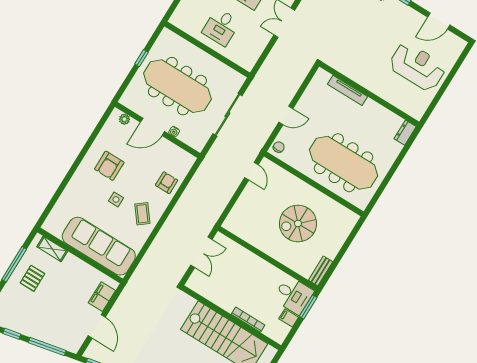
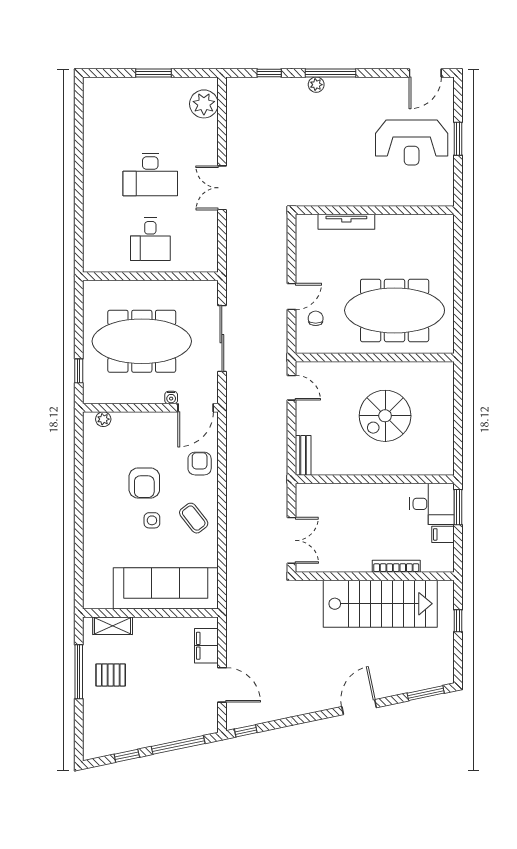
door: (439, 21) -> (425, 73), moved
window: (141, 58) -> (79, 371), moved
reception desk: (417, 66) -> (412, 142), turned 180
window: (447, 82) -> (458, 139), added
door: (152, 127) -> (196, 408), moved
dresser: (405, 133) -> (445, 230), removed
chair: (279, 147) -> (316, 318), moved
armchair: (109, 166) -> (144, 483), moved
double door: (201, 252) -> (292, 540), moved
bench: (321, 271) -> (303, 455), moved
pallet: (32, 278) -> (111, 675), turned 90

